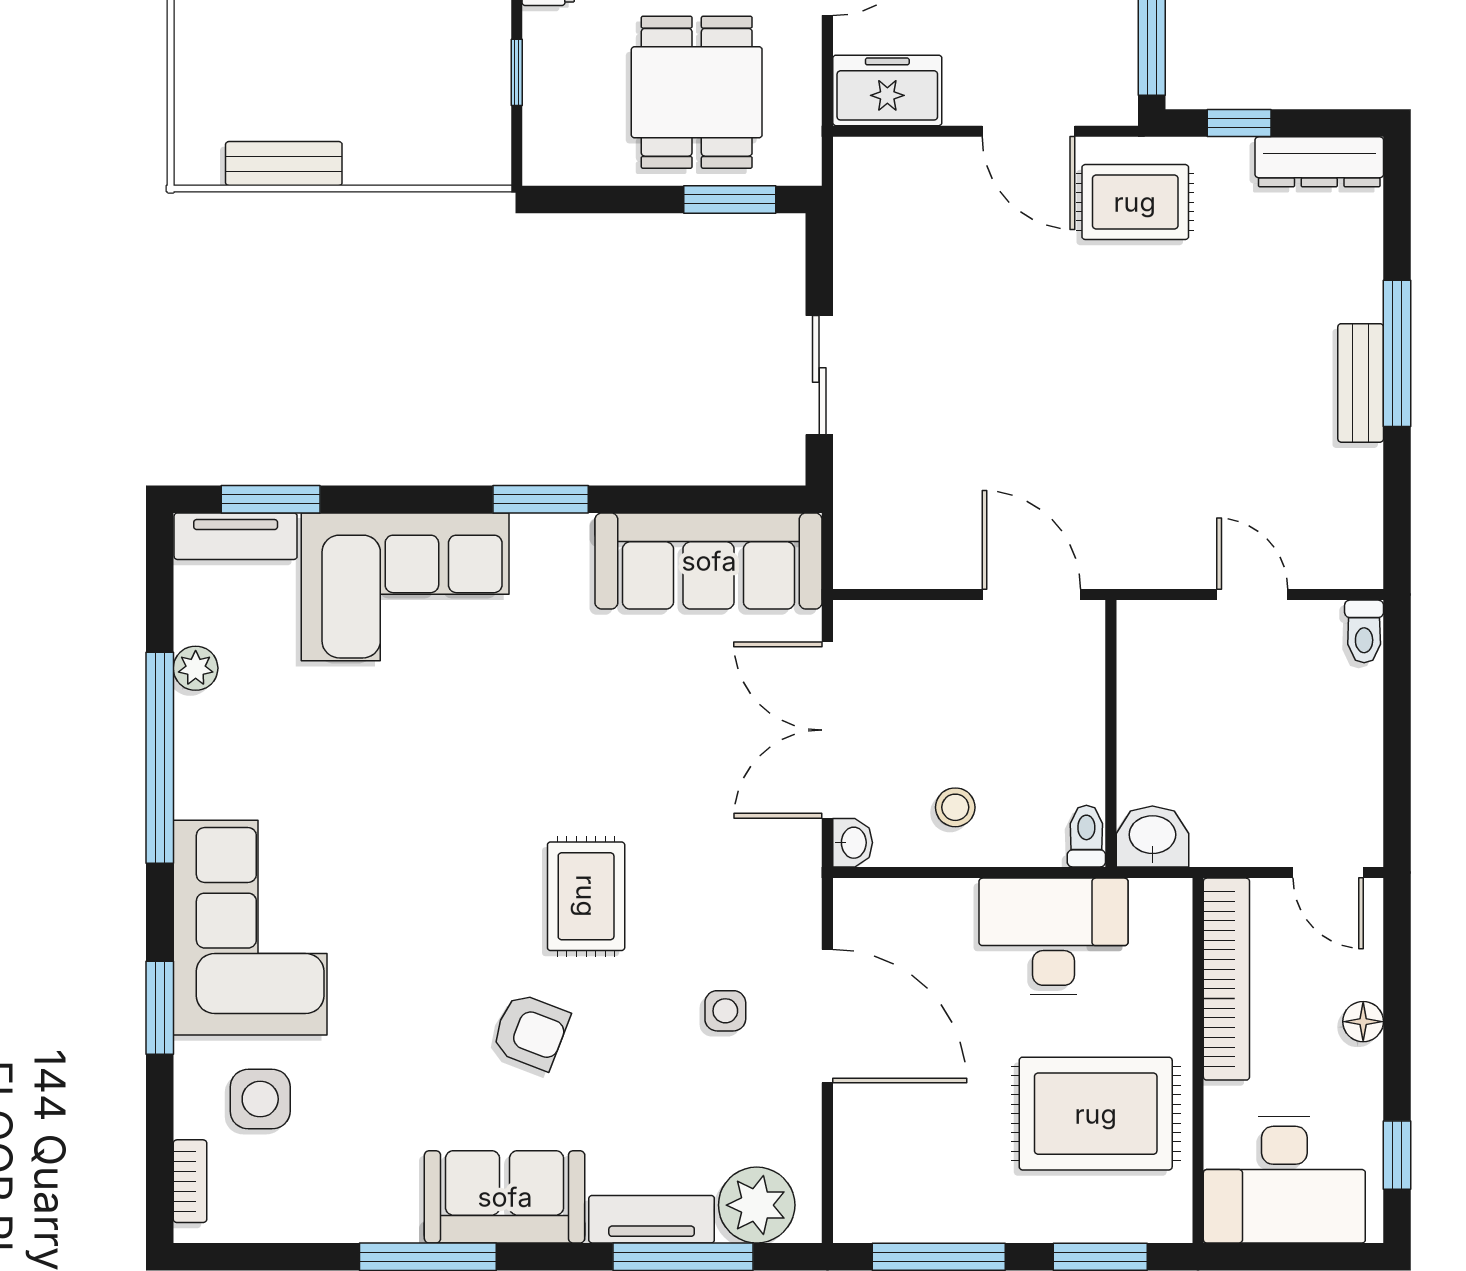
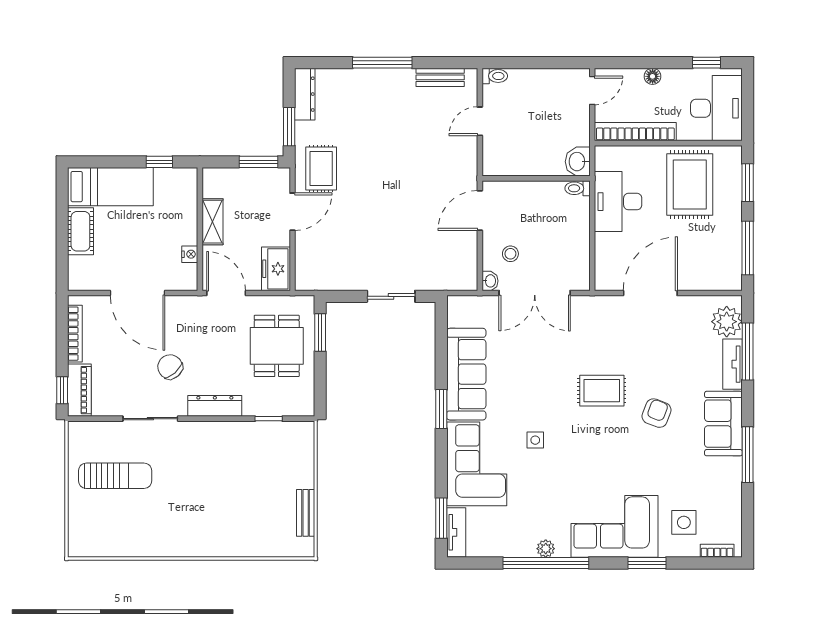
dining table: (697, 92) -> (277, 346), turned 90
window: (1239, 123) -> (289, 127), width x1.50
bench: (1361, 383) -> (440, 77), moved
sofa: (709, 561) -> (466, 374), moved
plant: (196, 668) -> (546, 549), moved
stool: (955, 807) -> (510, 254), moved
washbasin: (853, 843) -> (490, 281), moved, turned 90
side table: (725, 1011) -> (535, 440), moved

